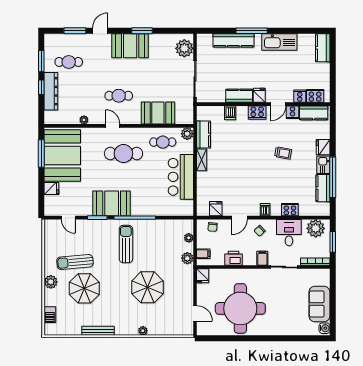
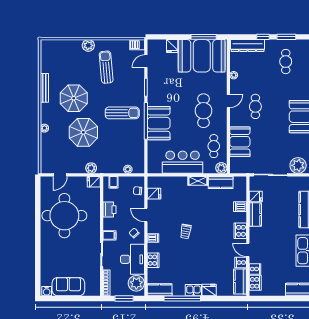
dresser: (51, 91) -> (248, 46), moved
fridge: (259, 95) -> (256, 196), moved
trolley: (283, 153) -> (186, 231), moved
kitchen counter: (323, 188) -> (160, 290), moved
booth: (112, 203) -> (159, 123), moved
desk: (289, 233) -> (132, 259), width x1.37
plant: (187, 258) -> (91, 168), moved
parasol: (84, 288) -> (74, 98), moved
barbecue: (50, 315) -> (137, 45), moved

